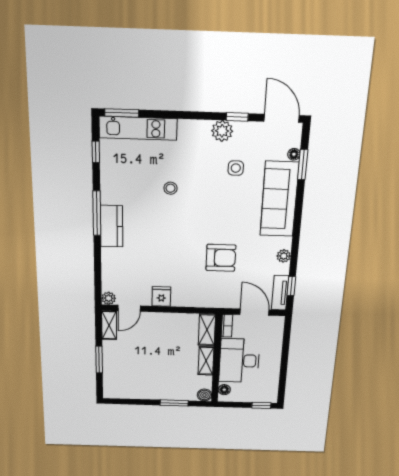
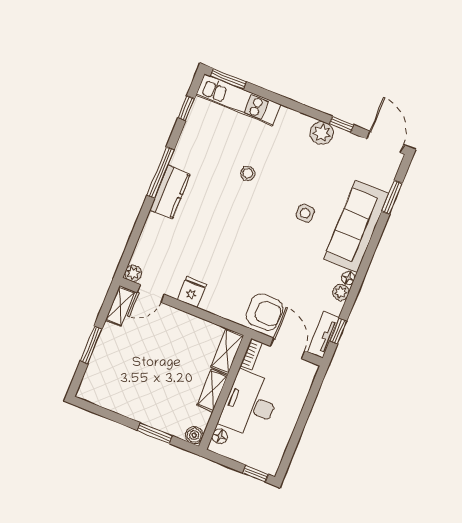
floor lamp: (294, 154) -> (348, 278), moved
side table: (236, 168) -> (305, 213), moved
armchair: (221, 258) -> (264, 312), moved

